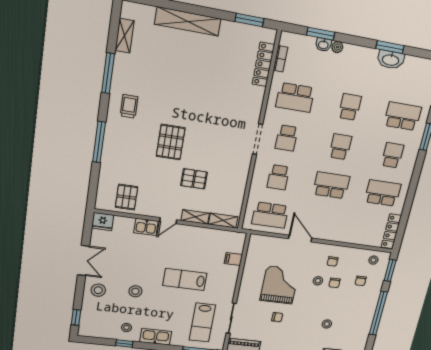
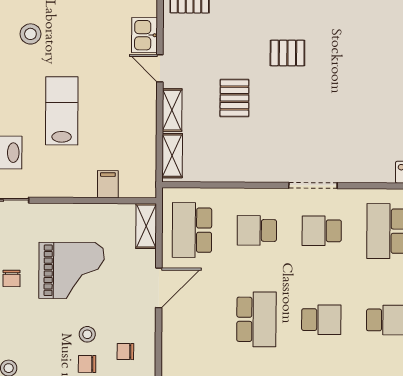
pallet: (171, 142) -> (287, 53), width x0.67, depth x0.71
shelving: (262, 241) -> (146, 226), added

